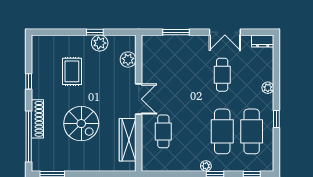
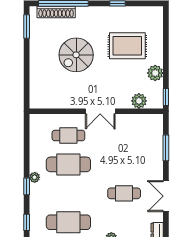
window: (95, 32) -> (166, 97), moved
rug: (72, 71) -> (127, 46), width x1.36, depth x1.43
shoe rack: (37, 119) -> (56, 12), moved
cafe table: (222, 131) -> (68, 164), moved
wardrobe: (128, 140) -> (60, 100), removed

